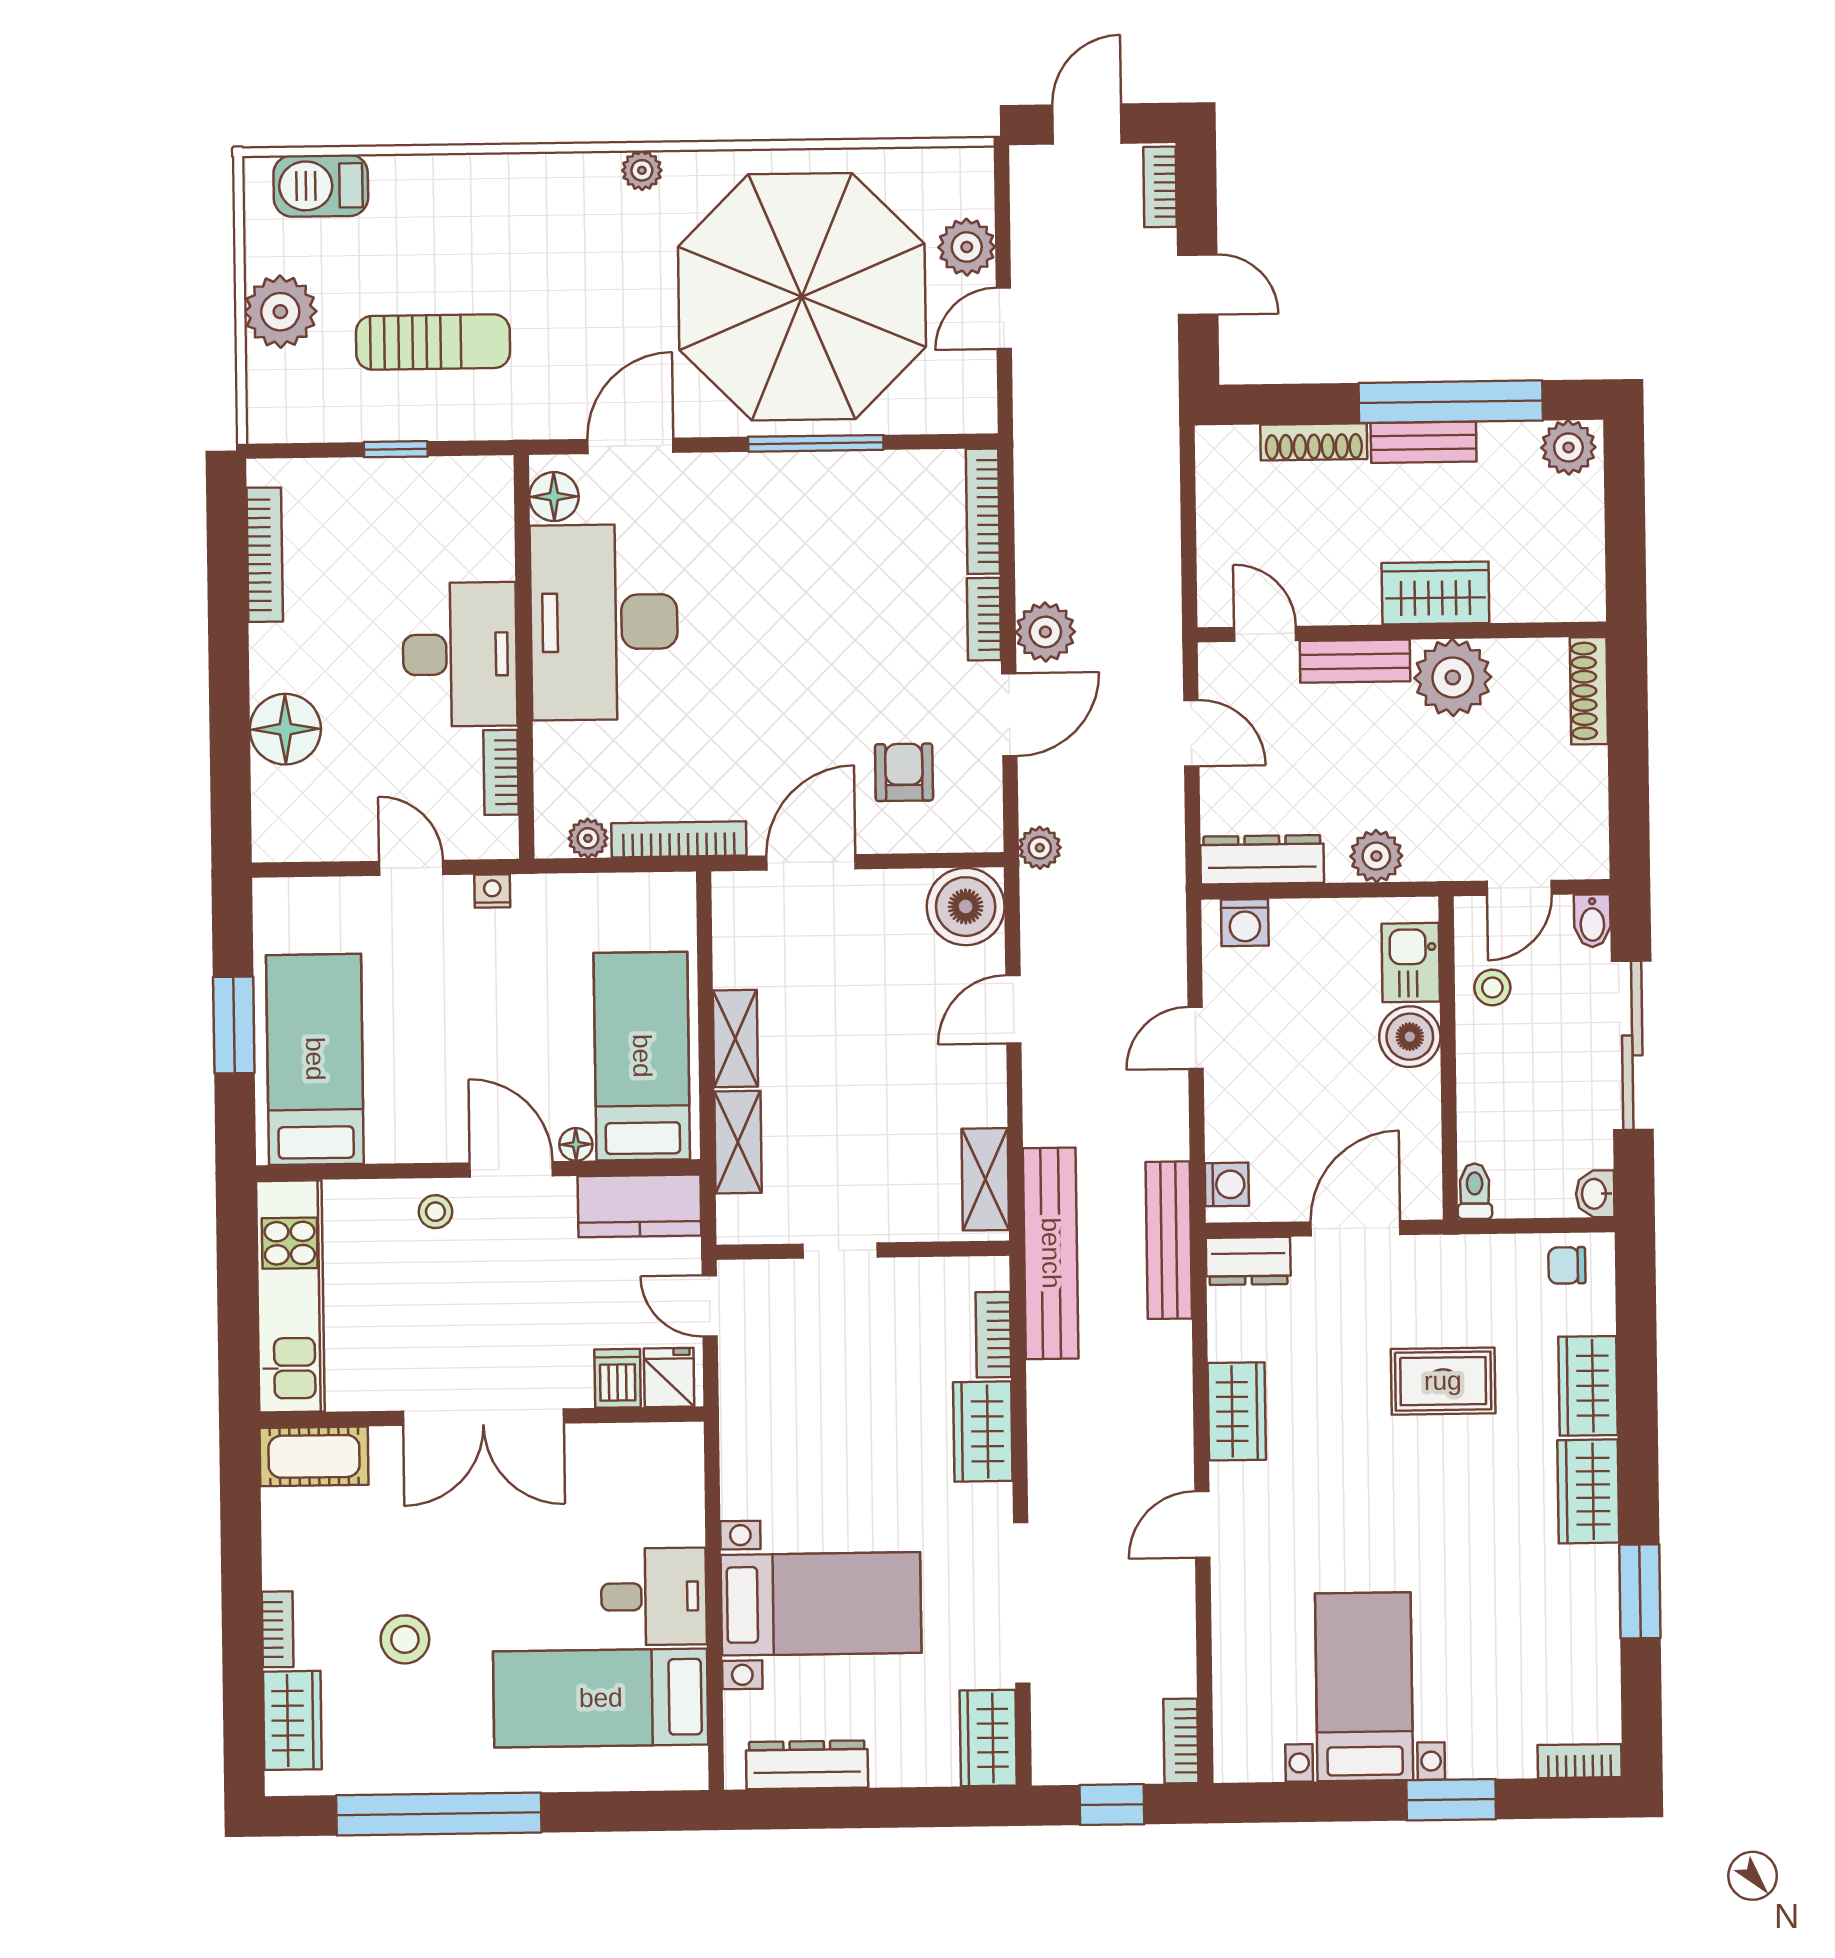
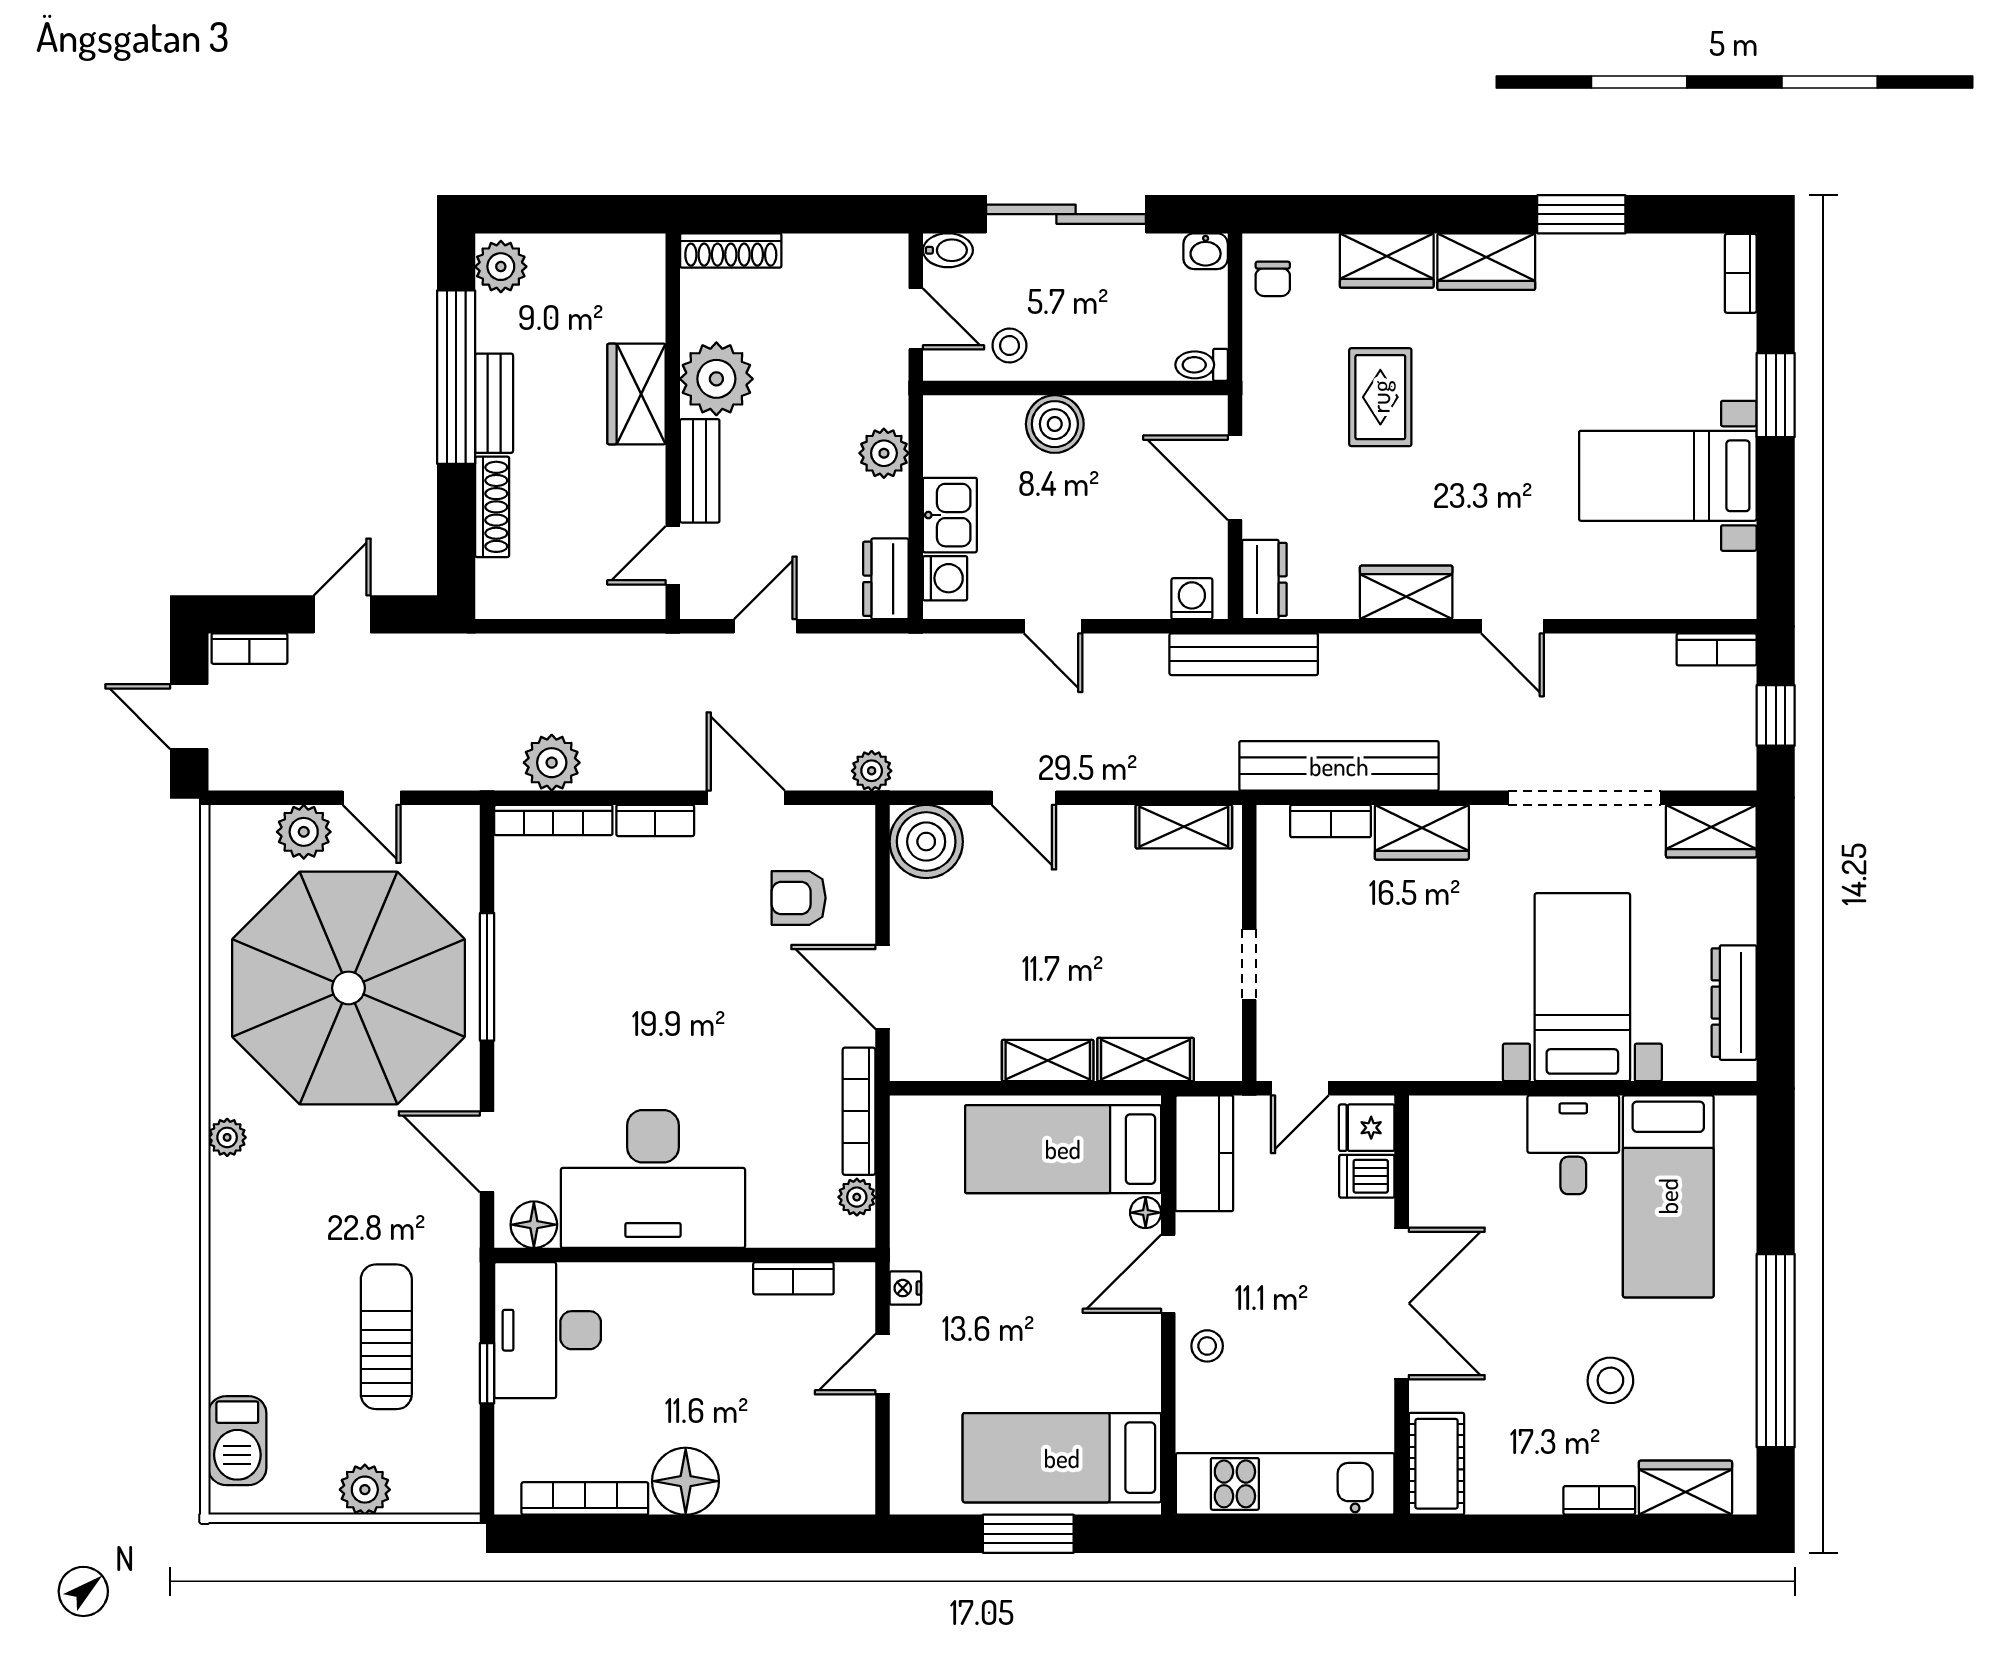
plant: (280, 312) -> (365, 1490), width x0.73, depth x0.73
plant: (1045, 632) -> (552, 763), moved
desk: (460, 654) -> (548, 1330), moved, turned -90
floor lamp: (285, 729) -> (686, 1481), moved
dresser: (1262, 860) -> (886, 579), width x0.70
kitchen sink: (1411, 963) -> (950, 515), moved, turned -90
bench: (1051, 1253) -> (1339, 766), moved

